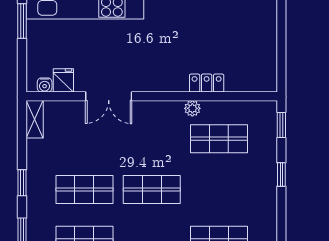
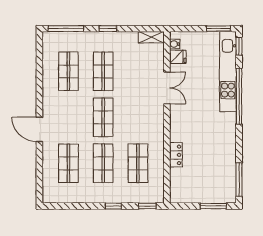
window: (281, 28) -> (213, 206), added
double door: (109, 96) -> (167, 88), swing flipped
plant: (192, 108) -> (159, 145), removed
shop shelf: (219, 190) -> (103, 163), added

